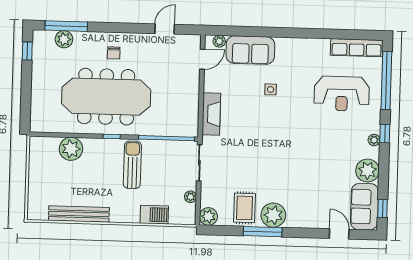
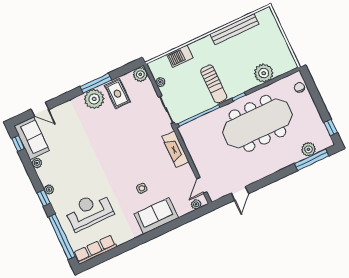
sofa: (250, 50) -> (156, 216), moved
chair: (114, 53) -> (299, 87), moved
plant: (367, 171) -> (37, 163), width x0.53, depth x0.53

